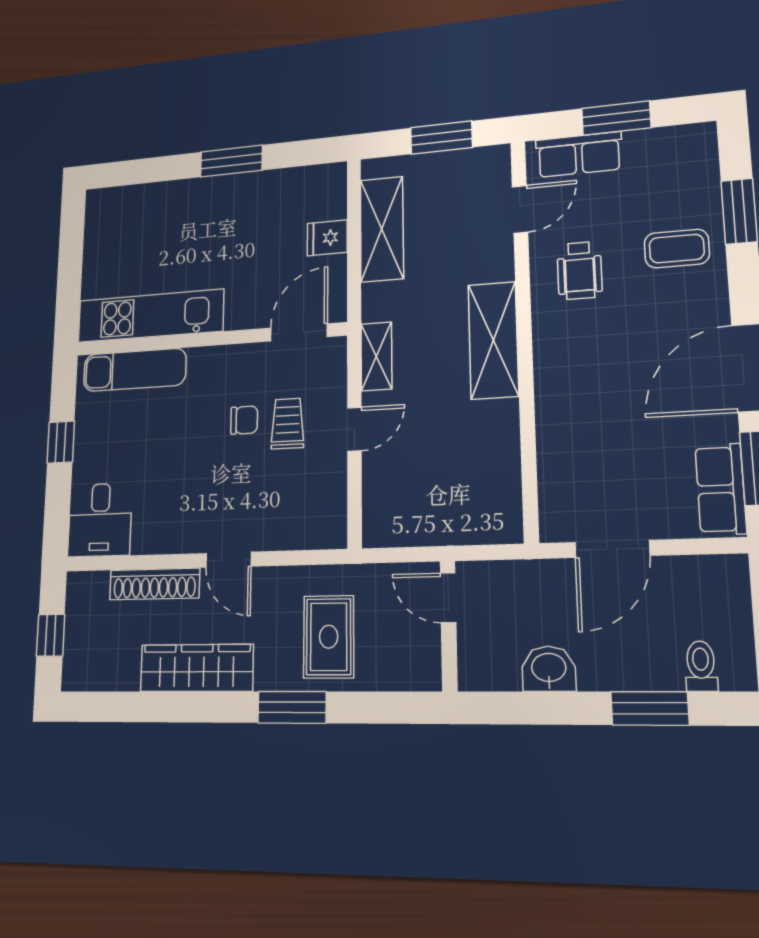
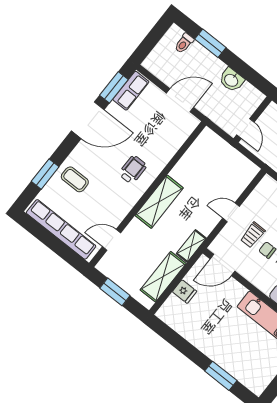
window: (616, 118) -> (53, 243), removed
row of seats: (579, 155) -> (61, 229), width x2.02
window: (231, 161) -> (221, 376), moved
wheelchair: (580, 271) -> (133, 170), moved
shelving: (376, 356) -> (191, 246), moved

